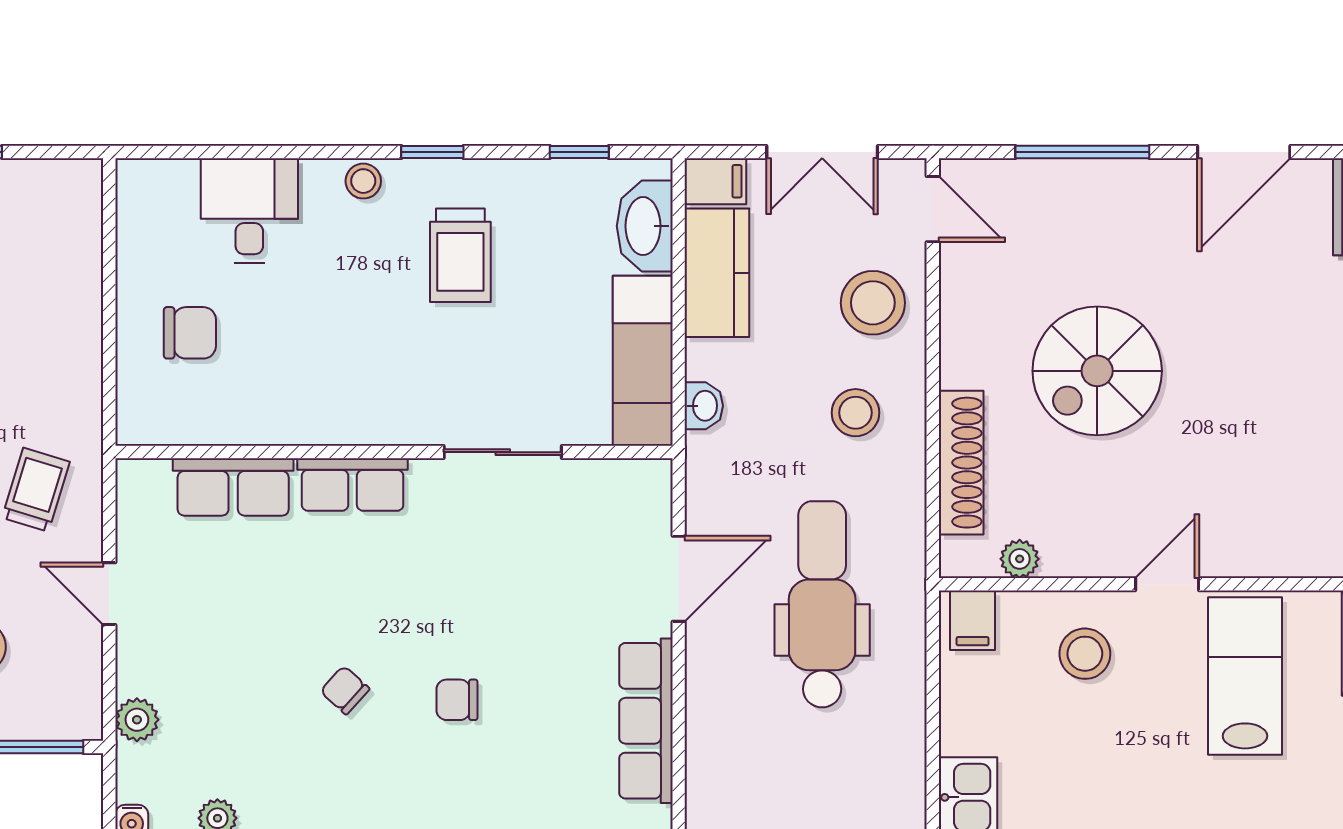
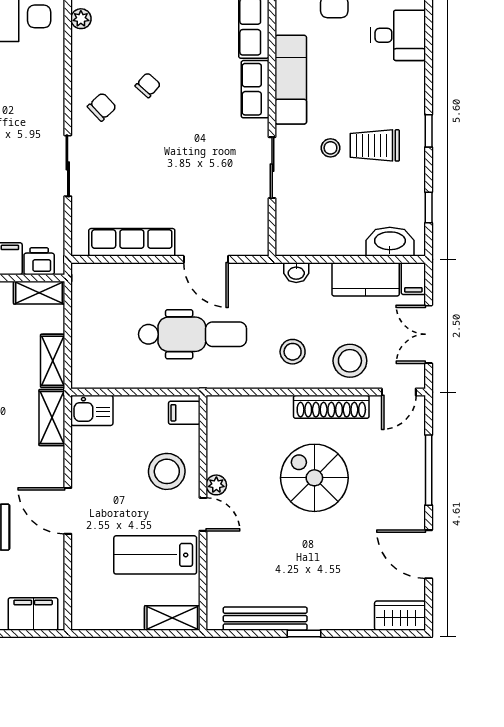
stool: (363, 181) -> (330, 148), moved
exam couch: (643, 361) -> (291, 80), moved, turned 90
shoe rack: (961, 463) -> (331, 407), moved
plant: (1020, 559) -> (216, 485), moved
stool: (1085, 654) -> (167, 471), width x1.38, depth x1.38
lab bench: (1245, 676) -> (155, 555), turned 180
chair: (457, 700) -> (102, 107), moved, turned 47

